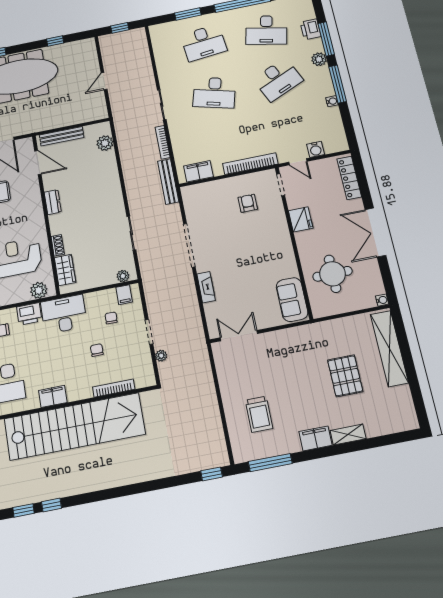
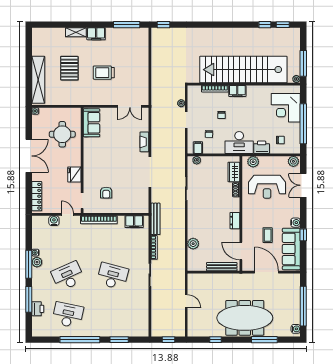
desk: (204, 43) -> (113, 315), removed
plant: (319, 59) -> (37, 262), moved
door: (104, 81) -> (186, 301), hinge flipped
plant: (105, 143) -> (193, 244), moved
filing cabinet: (53, 396) -> (237, 91), moved
trolley: (259, 414) -> (104, 73), moved, turned -90

